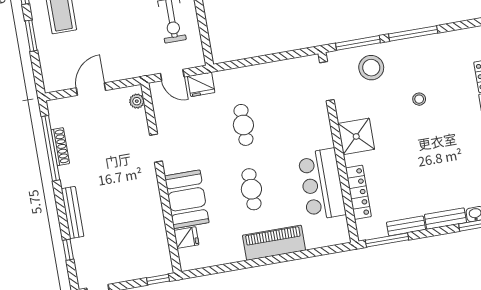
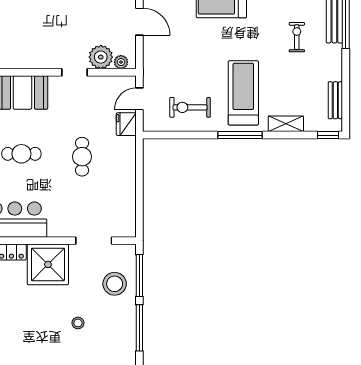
doorway: (327, 81) -> (94, 241), moved
plant: (135, 123) -> (101, 57), added
cafe table: (243, 125) -> (82, 157), turned 90
shower: (356, 136) -> (48, 264), width x1.37, depth x1.37

